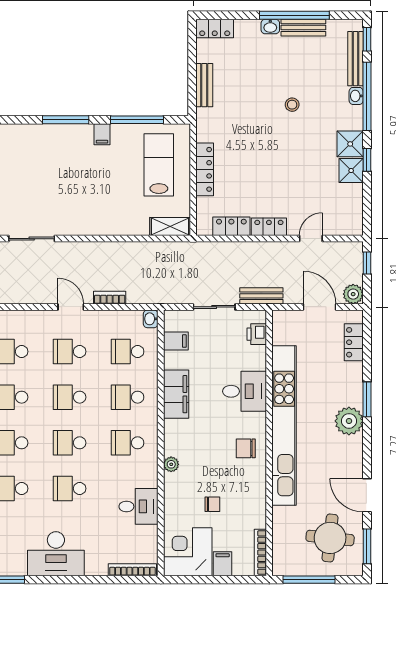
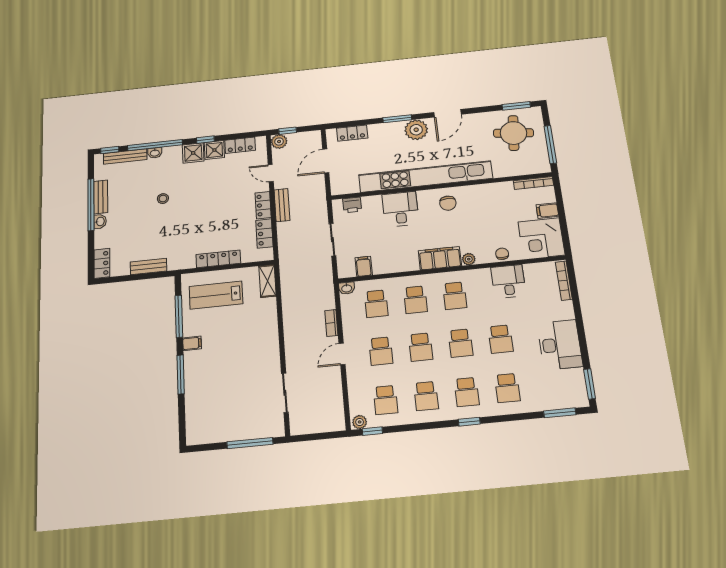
locker: (354, 203) -> (240, 145), added
plant: (353, 294) -> (279, 142), moved
bench: (261, 296) -> (282, 205), moved
filing cabinet: (176, 394) -> (440, 258), moved
door: (367, 495) -> (448, 113), moved
chair: (212, 504) -> (502, 254), moved

